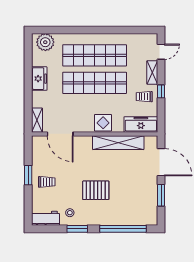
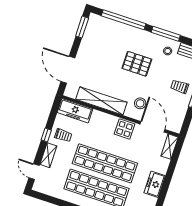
door: (161, 52) -> (34, 172), hinge flipped
display table: (103, 123) -> (125, 129), moved
stool: (80, 153) -> (140, 103), added
window: (161, 195) -> (82, 27), moved
window: (77, 229) -> (166, 34), width x1.44

